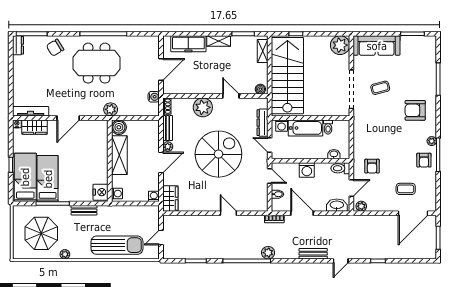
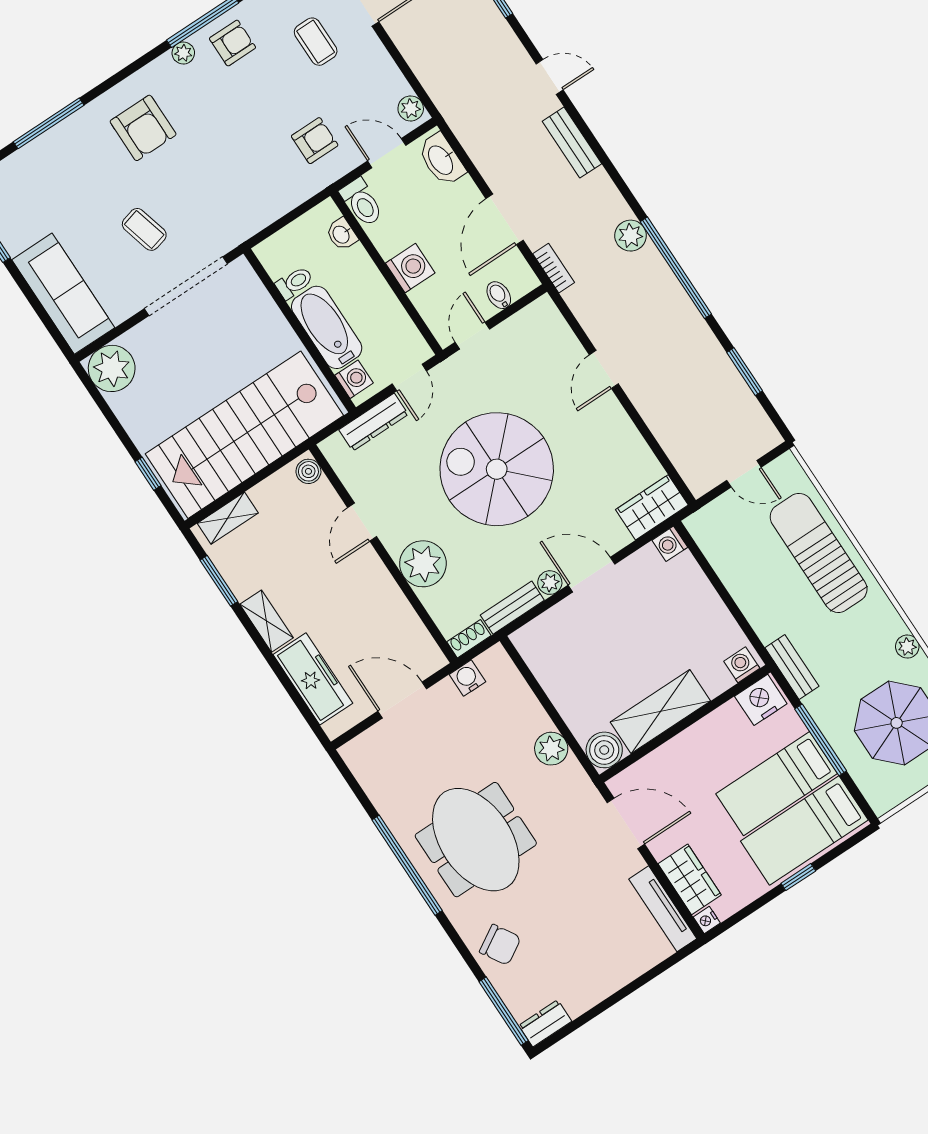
boiler: (119, 127) -> (604, 750), moved
shelving: (119, 155) -> (660, 712), moved
wall: (110, 161) -> (685, 724), moved
nightstand: (101, 192) -> (761, 700), moved
washing machine: (117, 194) -> (742, 665), moved

